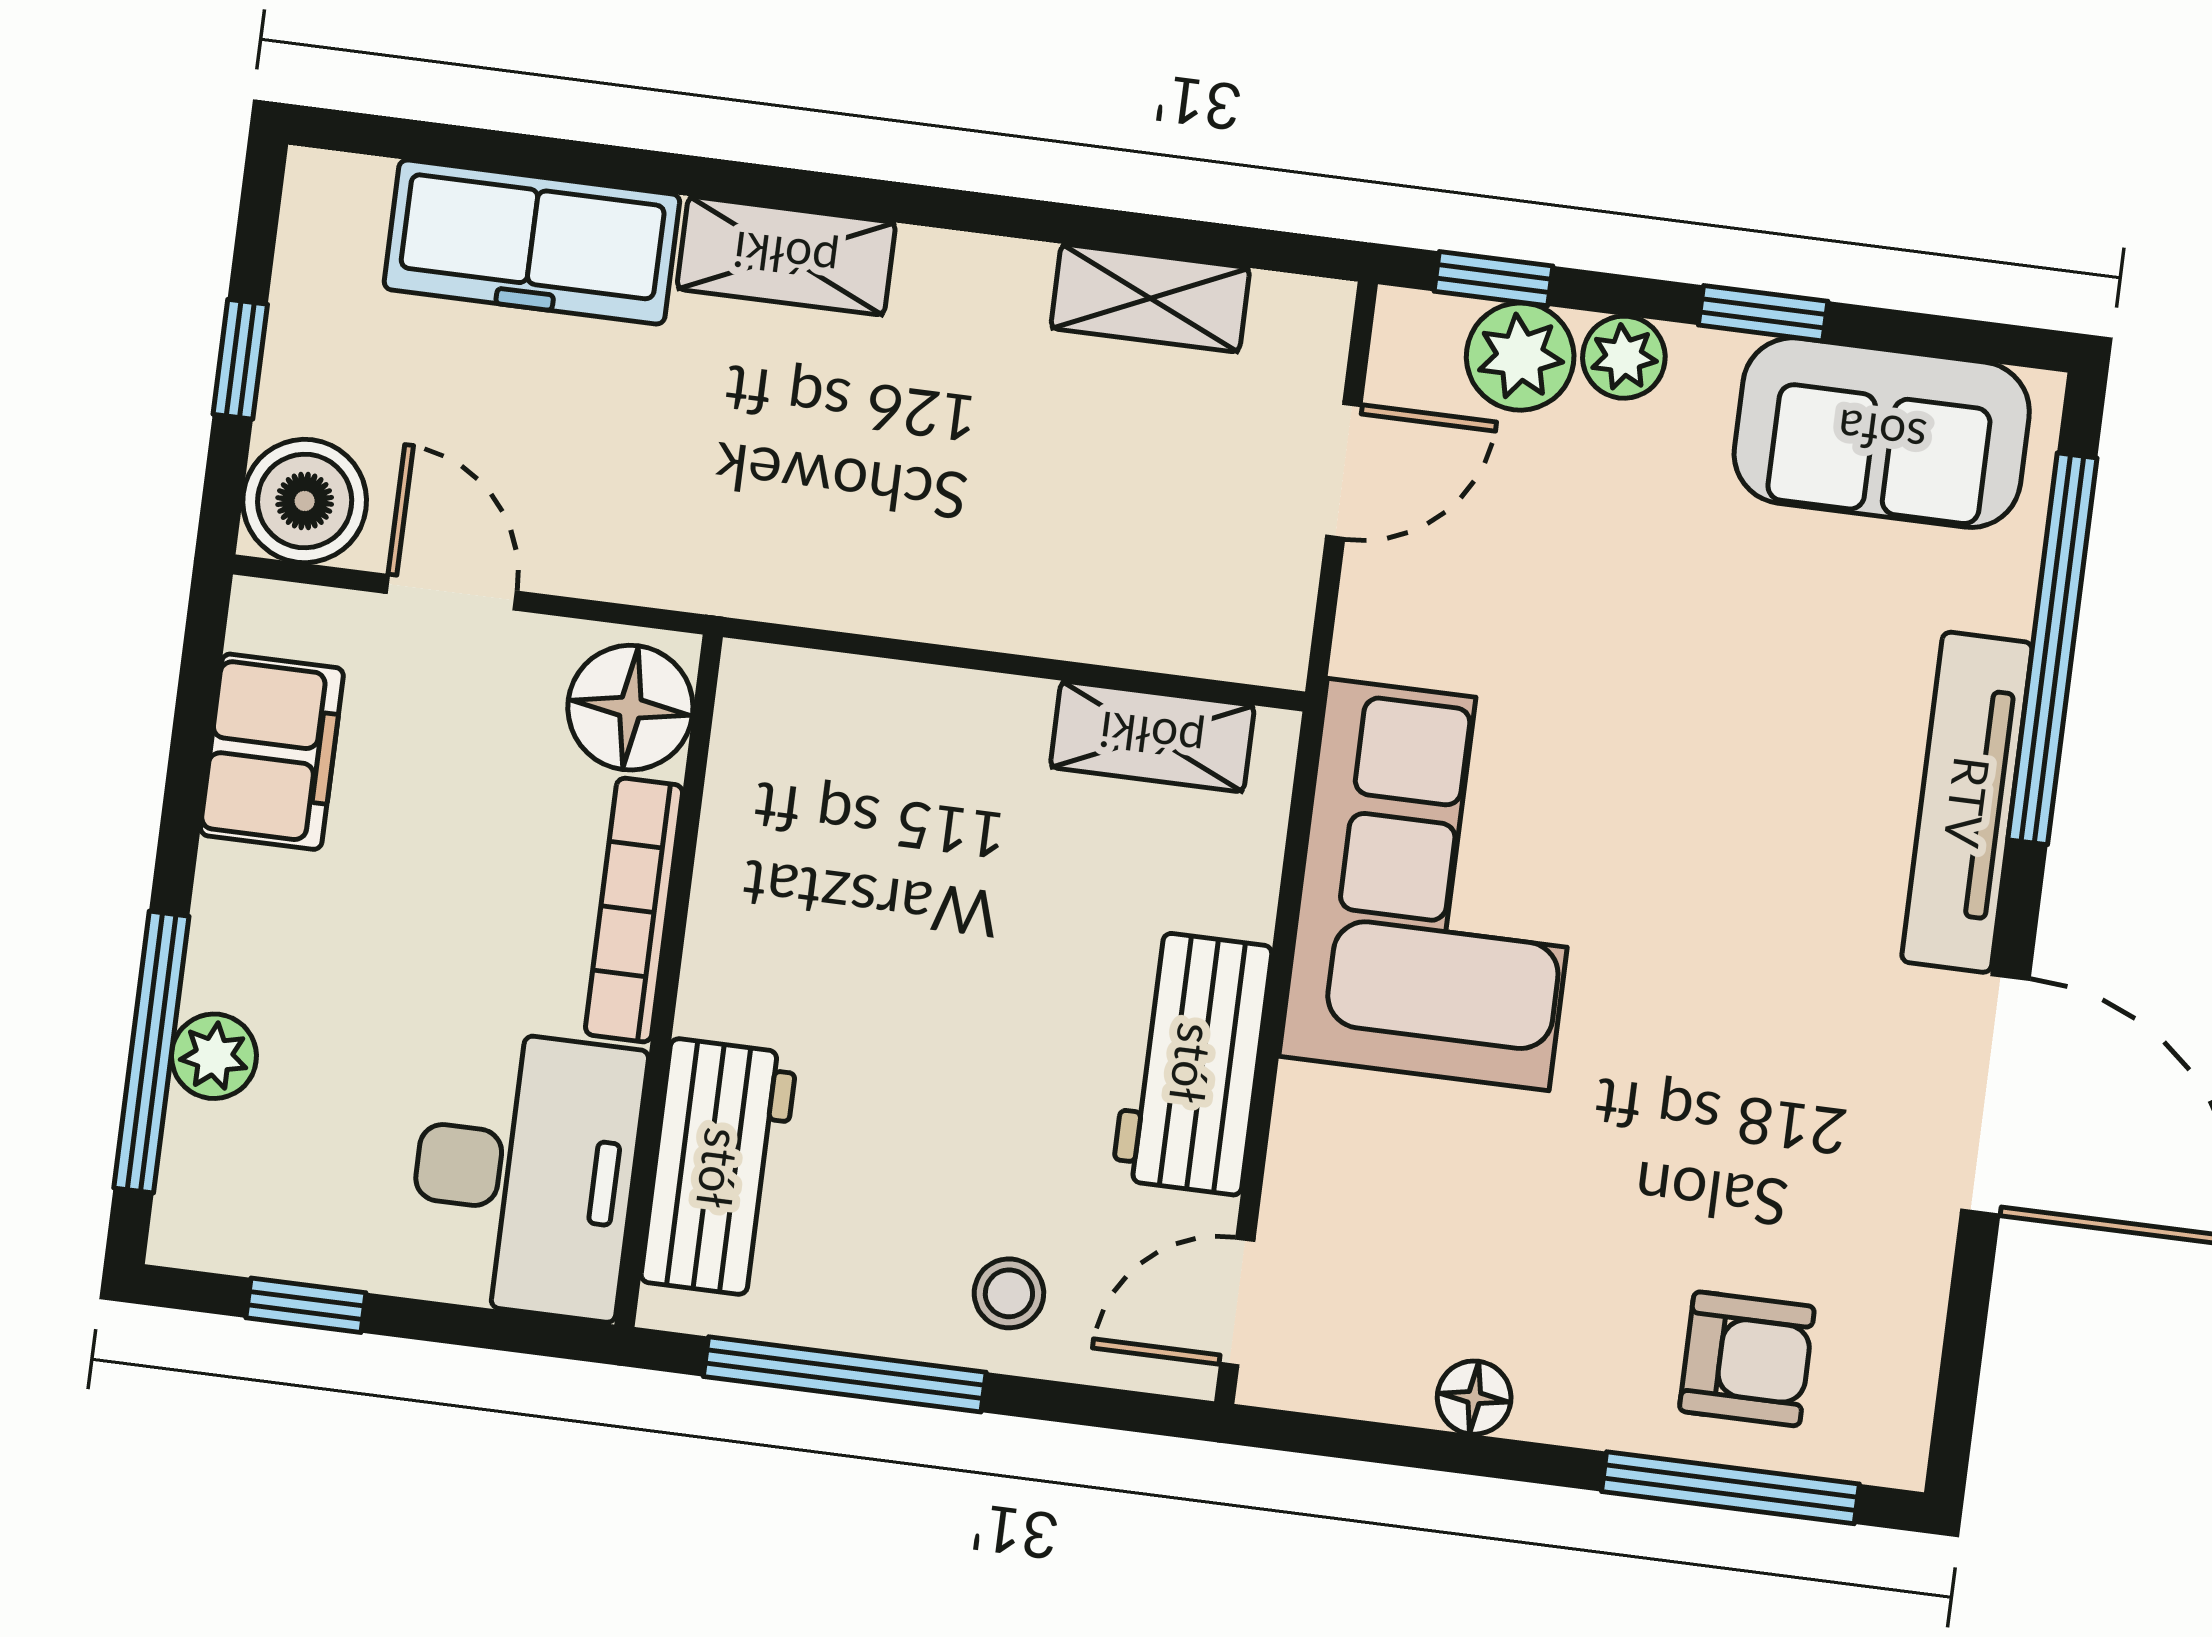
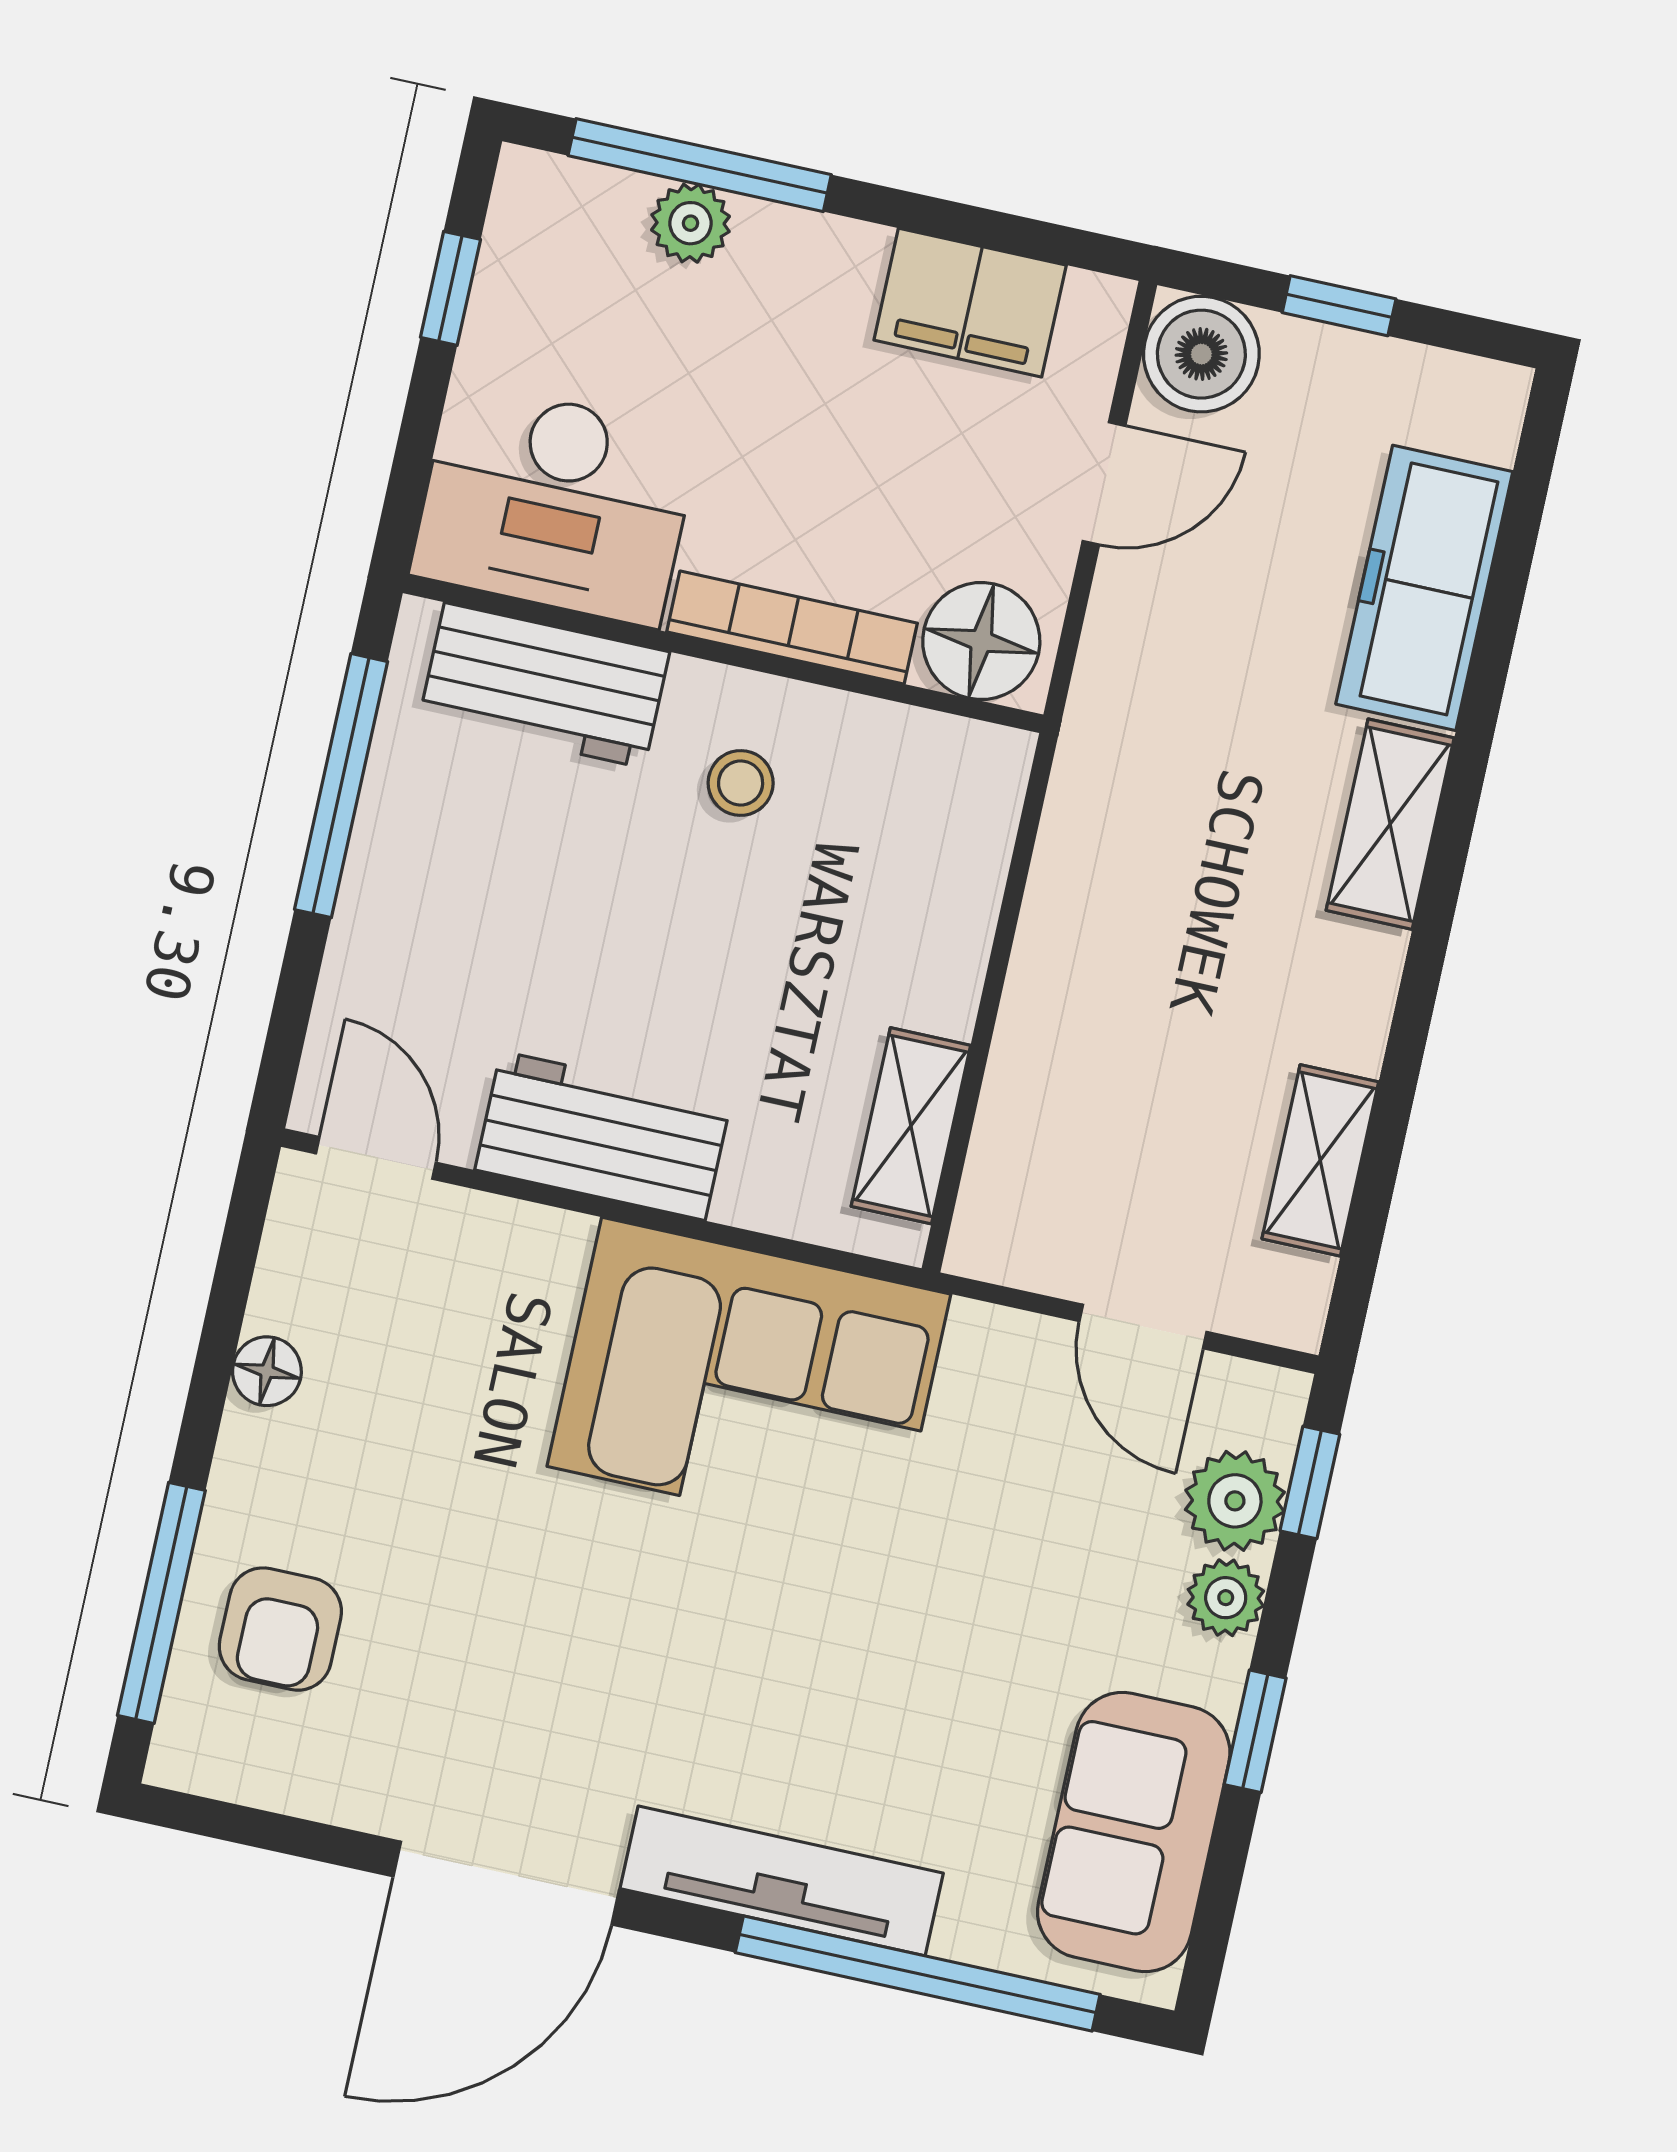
stool: (1009, 1293) -> (741, 783), moved

